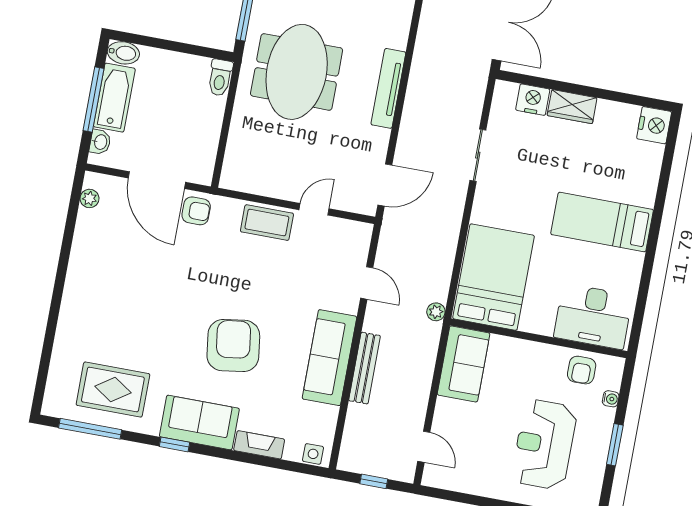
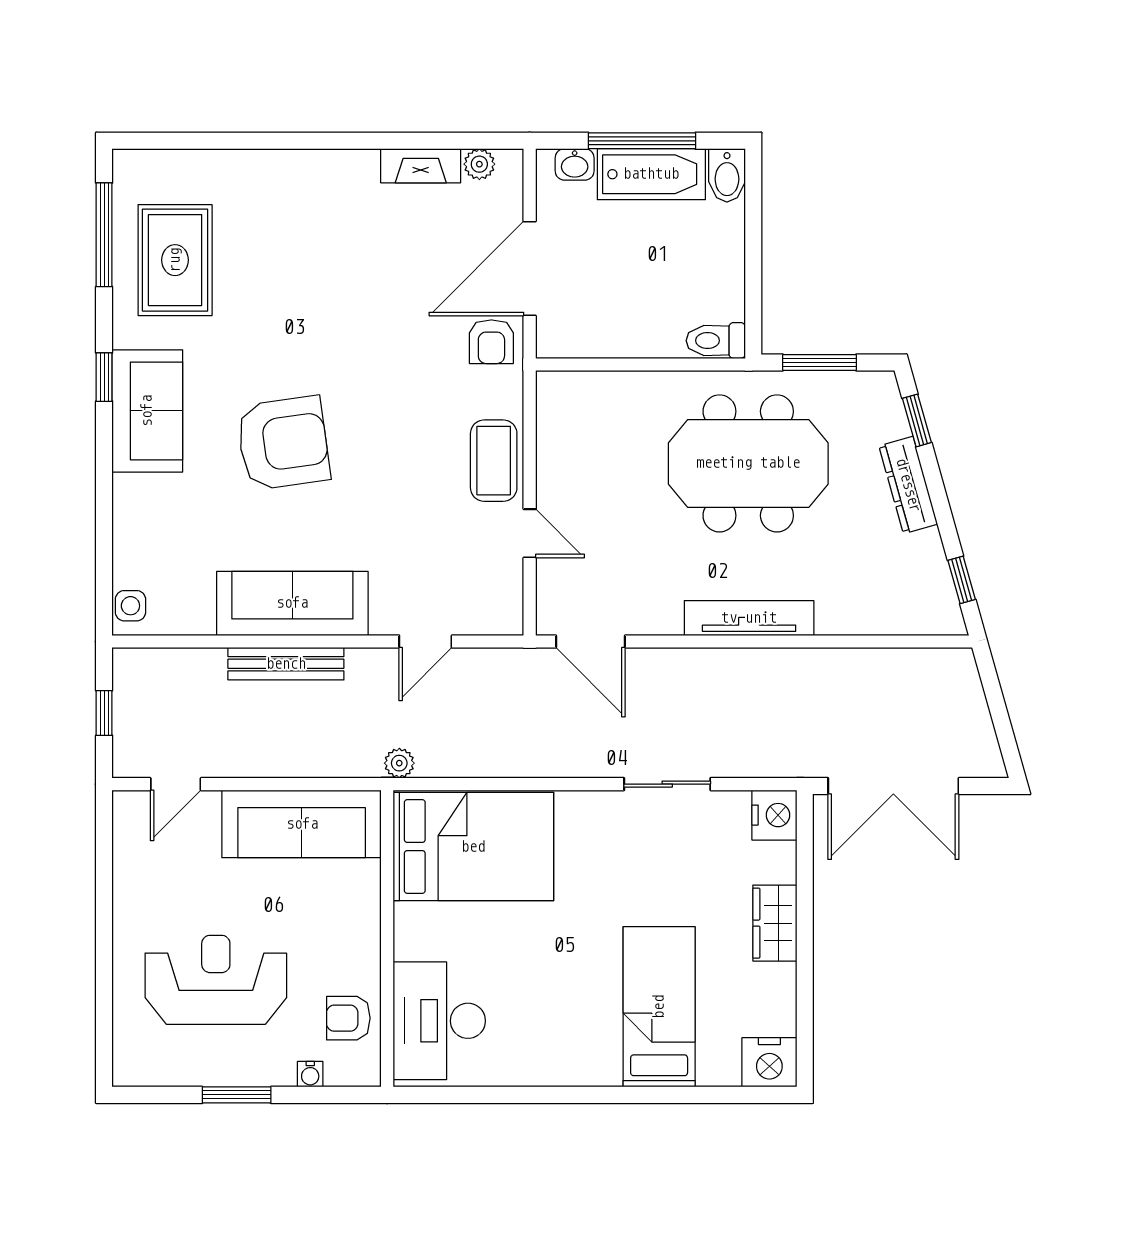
nightstand: (533, 100) -> (774, 815), moved
bed: (602, 222) -> (659, 1007), moved
sofa: (464, 364) -> (302, 824), width x1.36
fireplace: (259, 445) -> (421, 166), moved, turned 90

